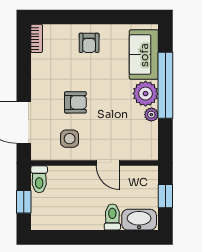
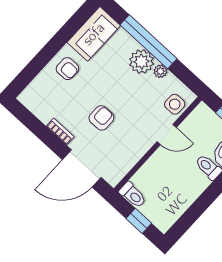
bookcase: (37, 38) -> (60, 132), moved
sofa: (144, 55) -> (94, 34), moved, turned -90
side table: (70, 139) -> (175, 104), moved

